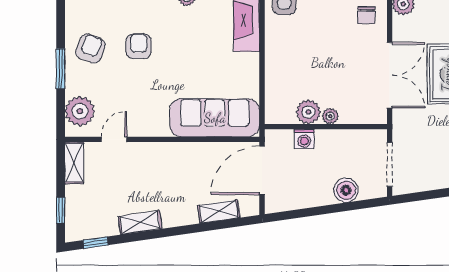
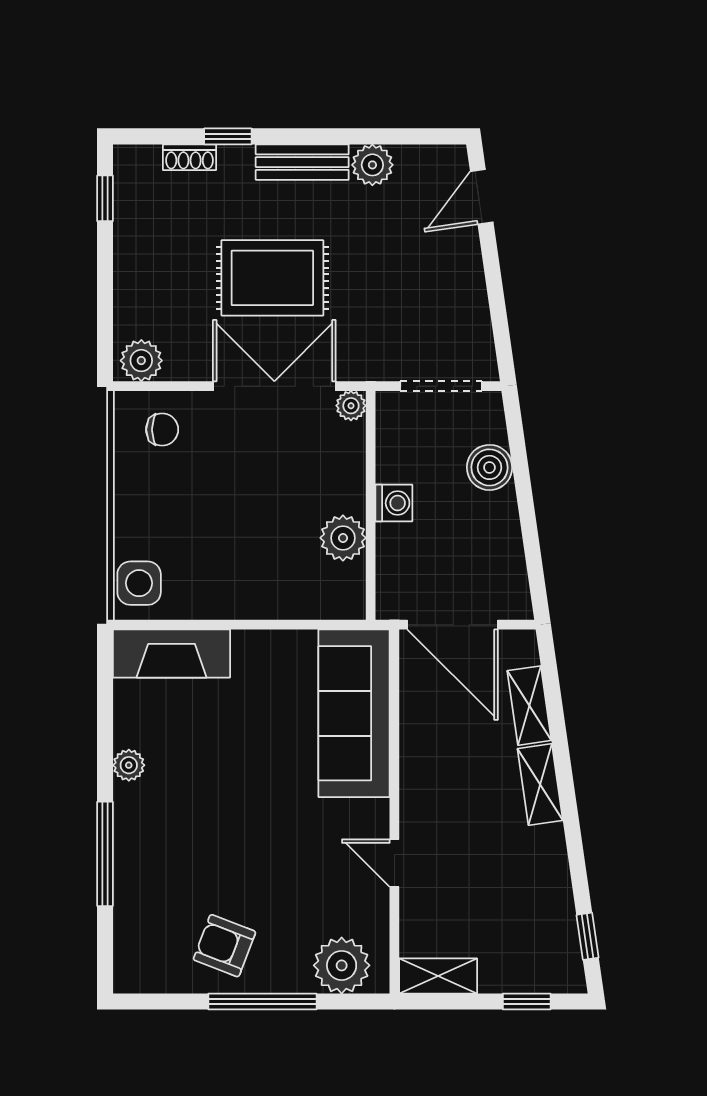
armchair: (139, 46) -> (220, 856), removed
window: (61, 69) -> (262, 1002), width x1.44
plant: (330, 116) -> (351, 406), moved
door: (114, 139) -> (394, 863), moved
washing machine: (304, 139) -> (394, 503), moved
shelving: (140, 223) -> (540, 784), moved

